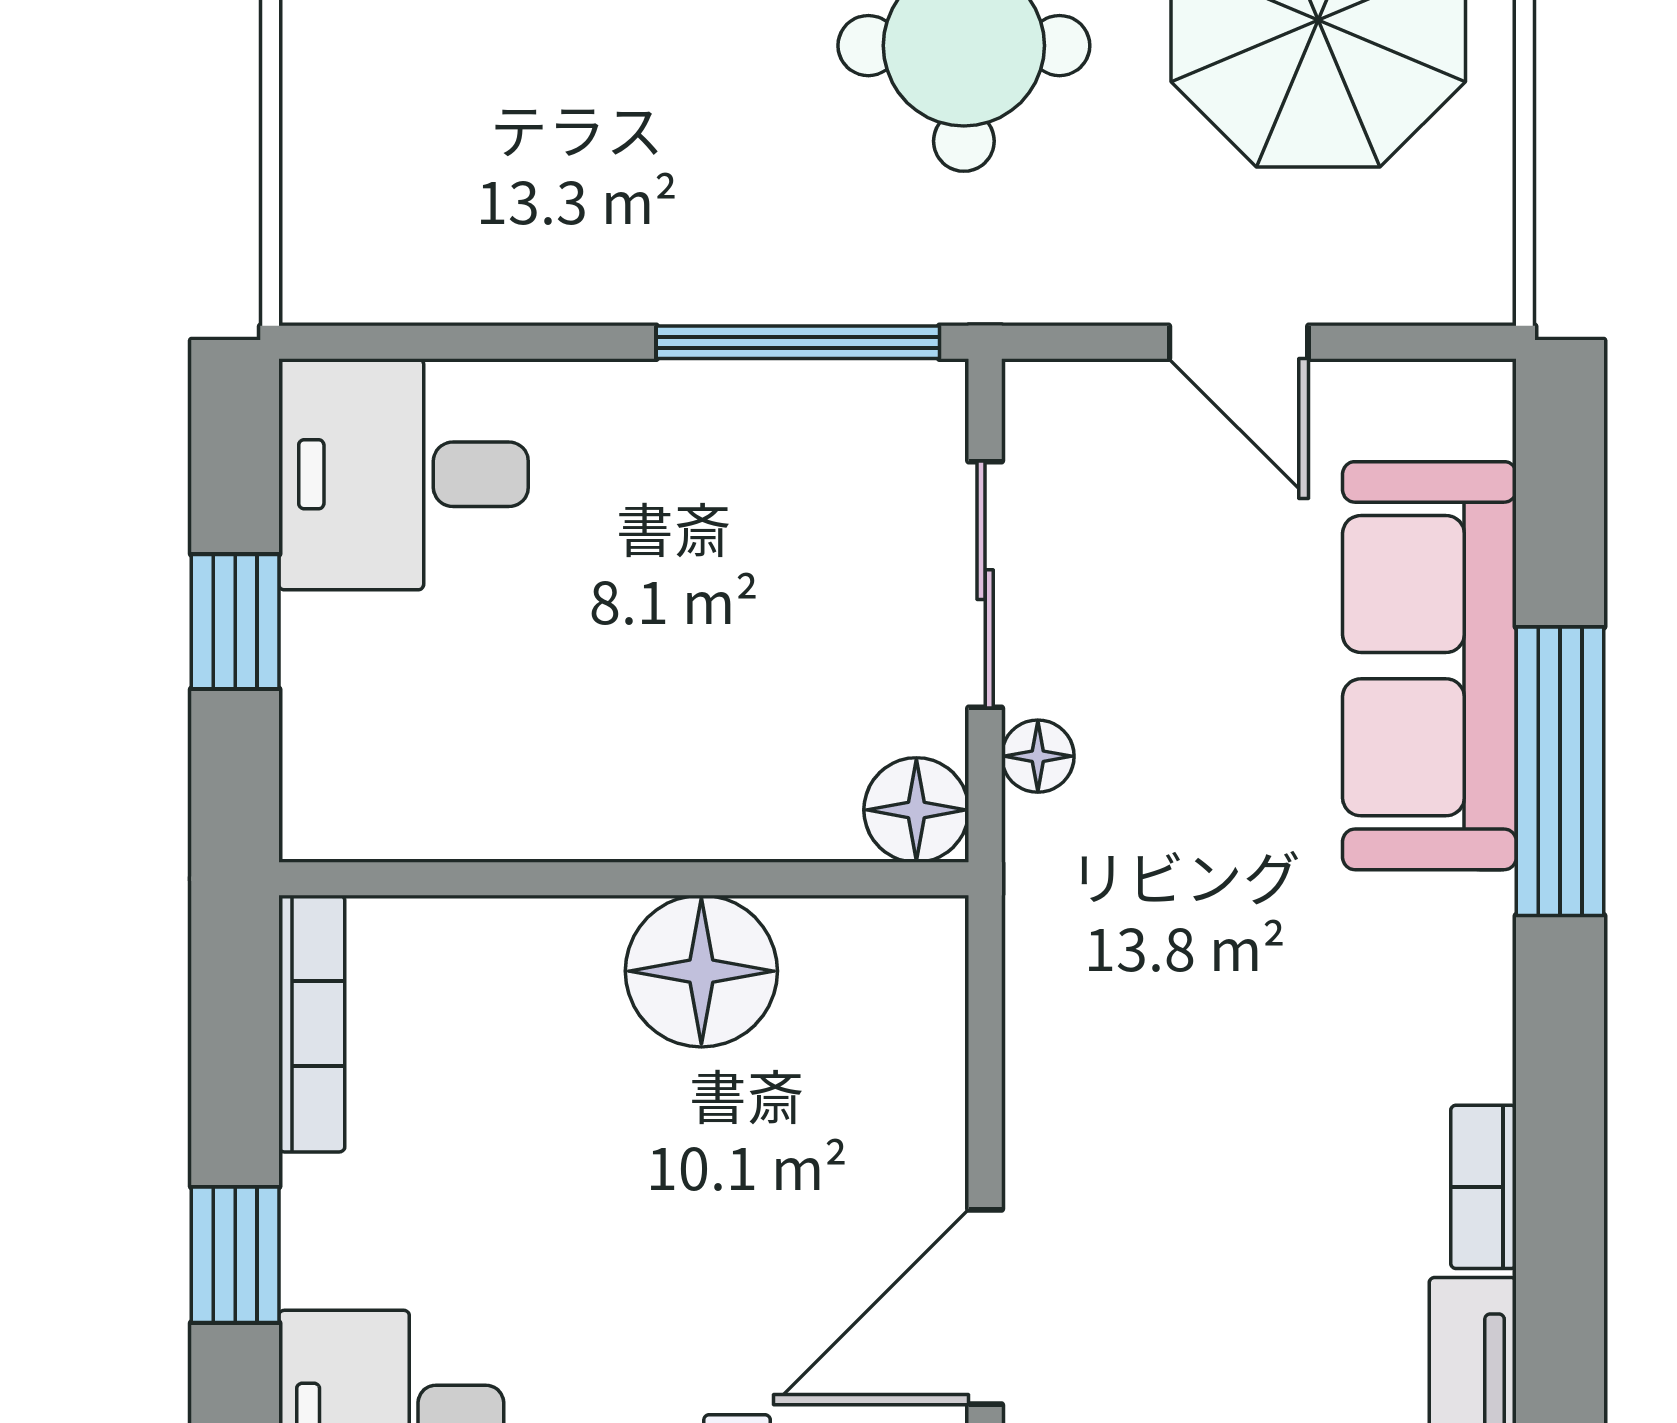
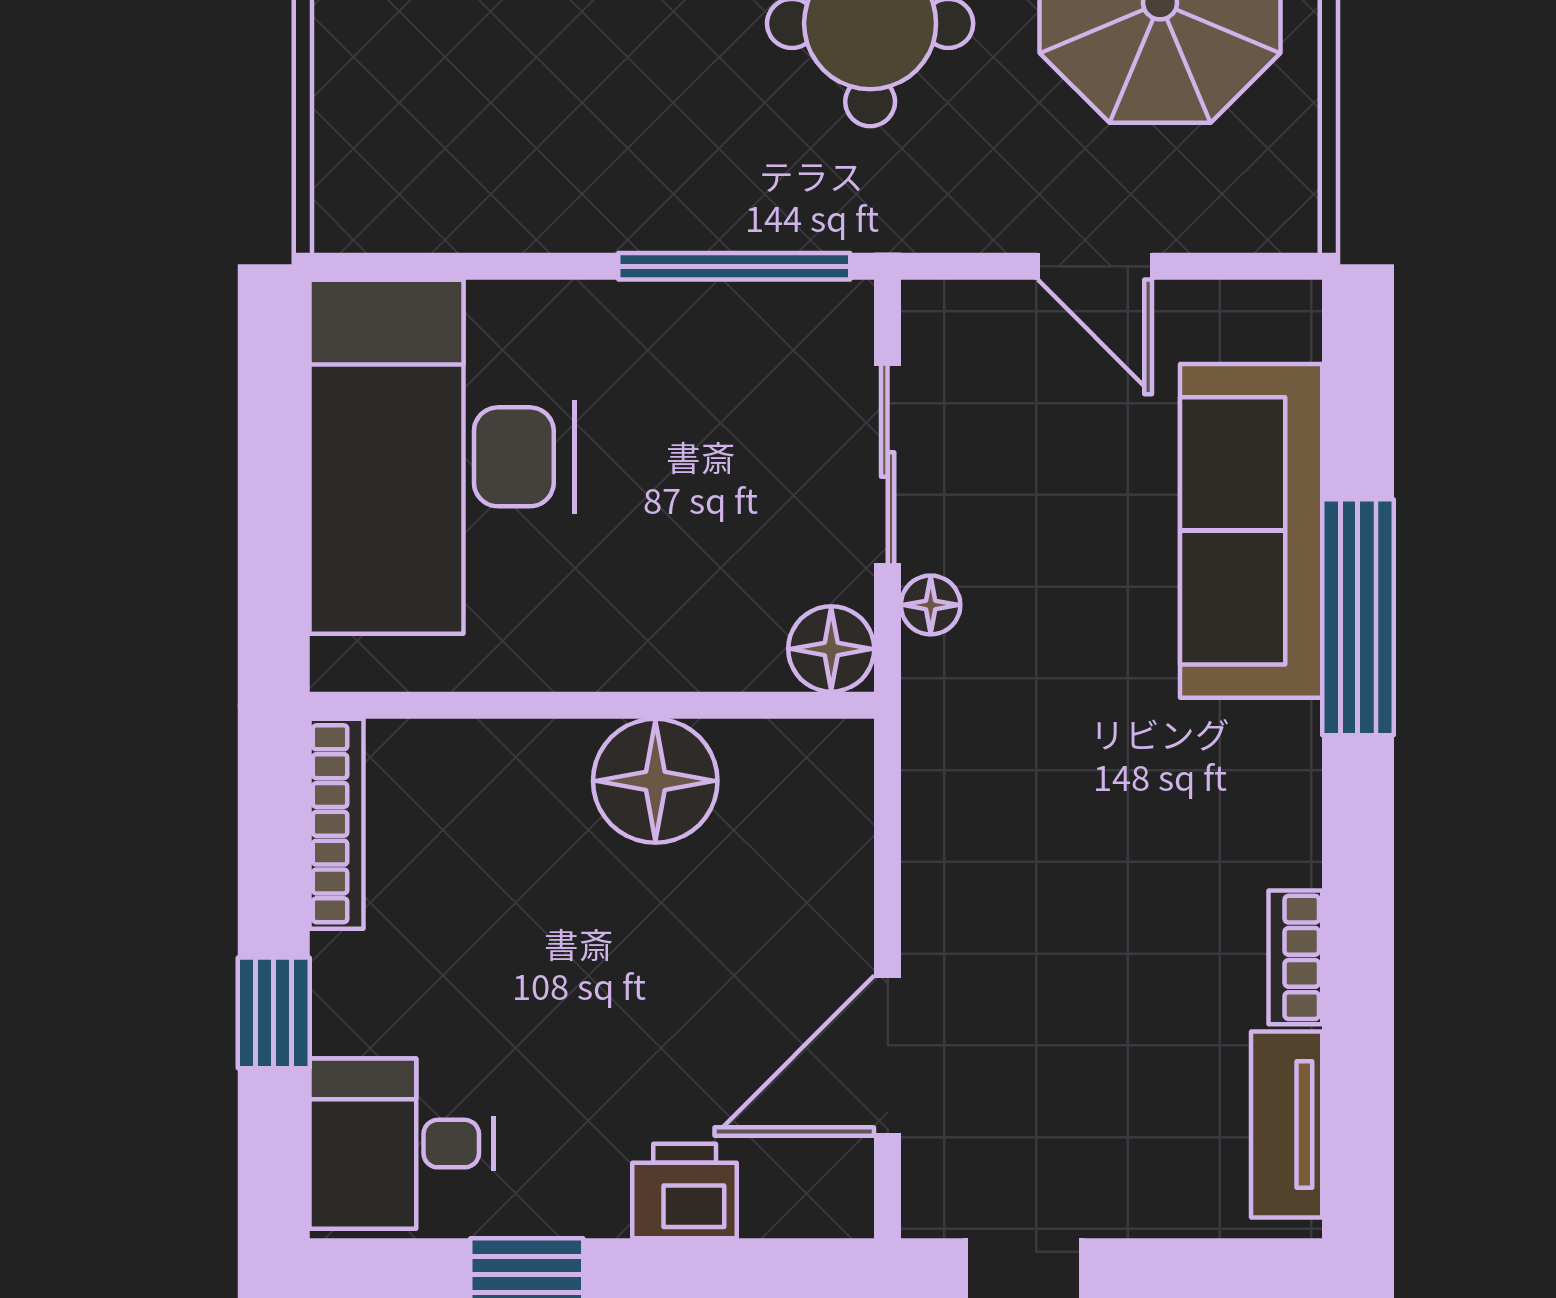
desk: (404, 474) -> (442, 457), width x1.87, depth x1.30
window: (235, 622) -> (274, 495), removed

